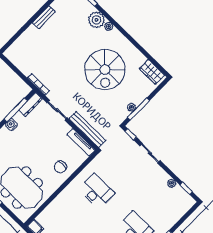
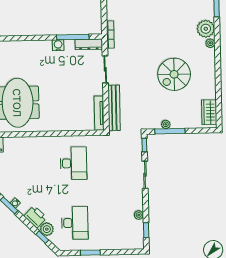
spiral stairs: (105, 70) -> (174, 74), width x0.73, depth x0.73
chair: (60, 167) -> (64, 116), removed

